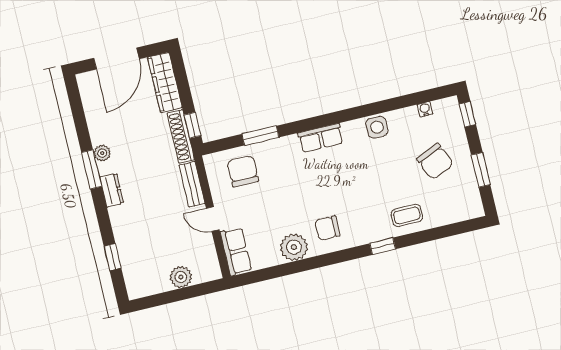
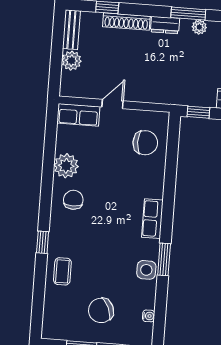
shoe rack: (181, 136) -> (126, 21), moved, turned 180
window: (260, 136) -> (164, 259), moved
bench: (192, 184) -> (71, 30), moved, turned 90

